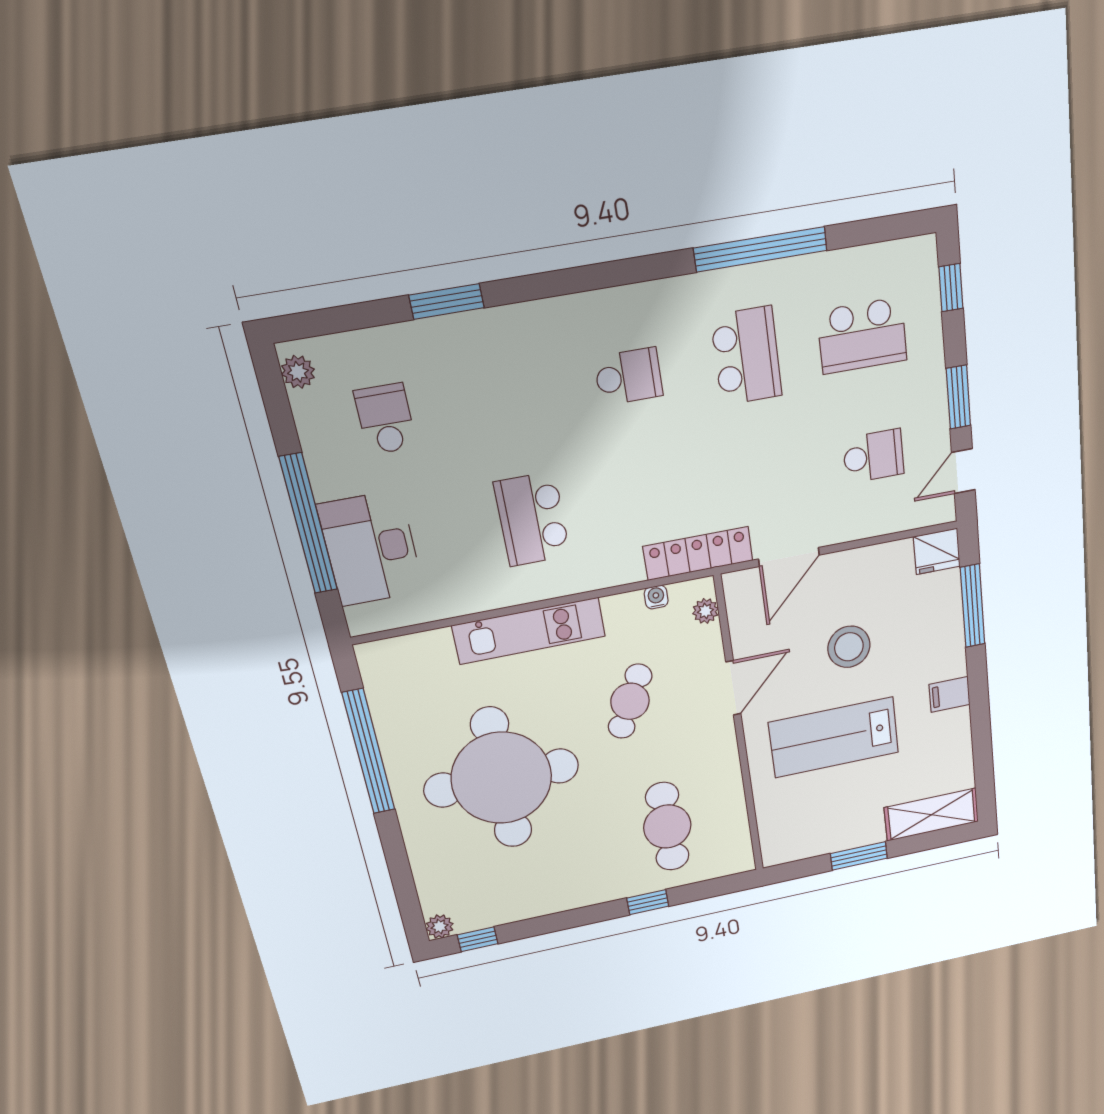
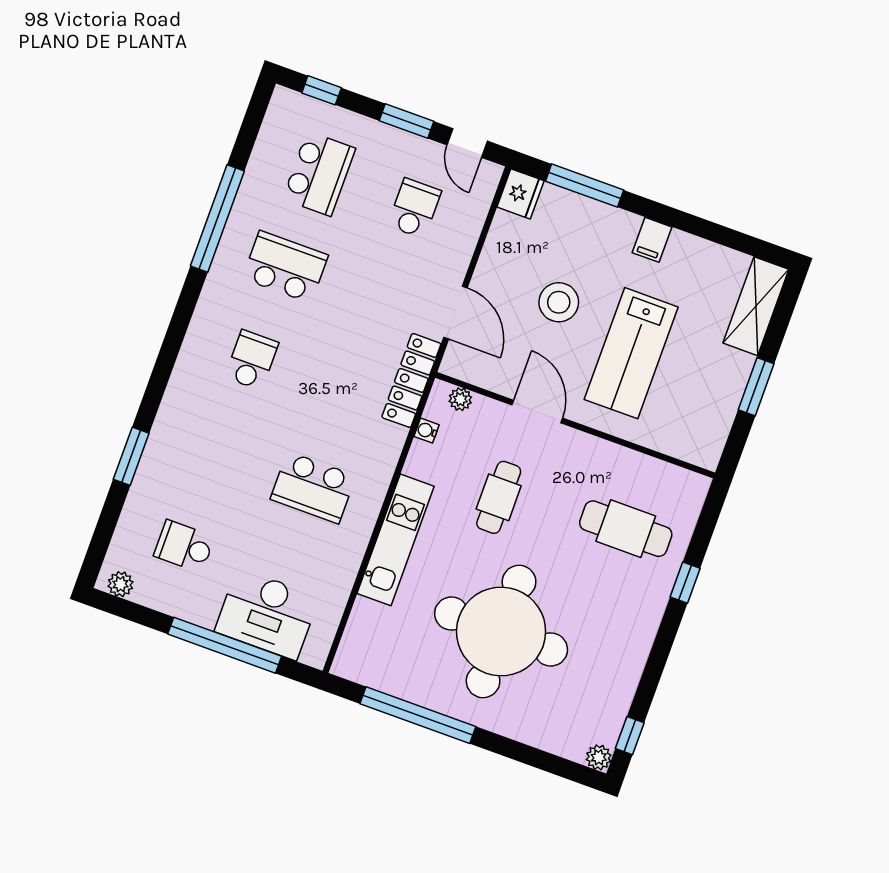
cafe table: (630, 701) -> (499, 497), turned 63

